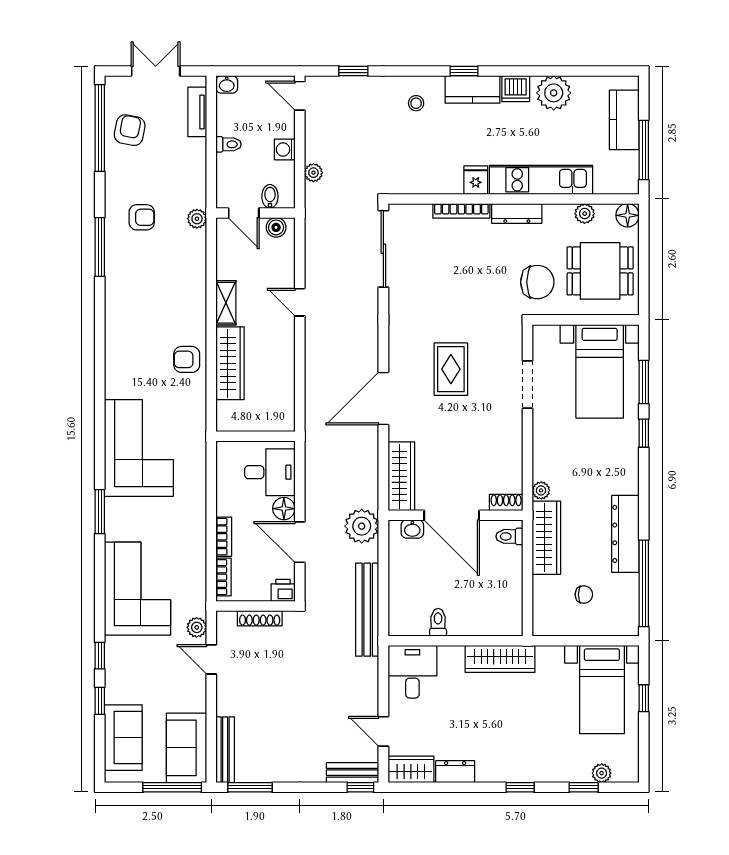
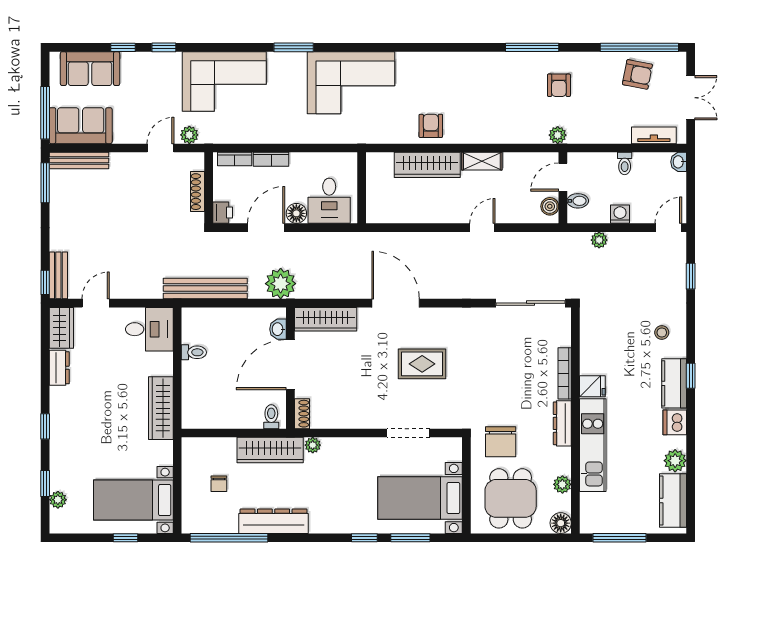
plant: (554, 93) -> (675, 461), width x0.73, depth x0.73
kitchen counter: (624, 120) -> (673, 501), moved, turned -90

